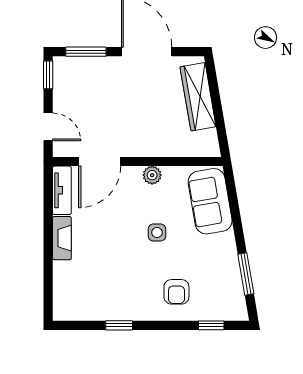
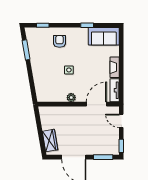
wardrobe: (198, 97) -> (50, 141), width x0.67
sofa: (210, 201) -> (104, 36), moved, turned 100

